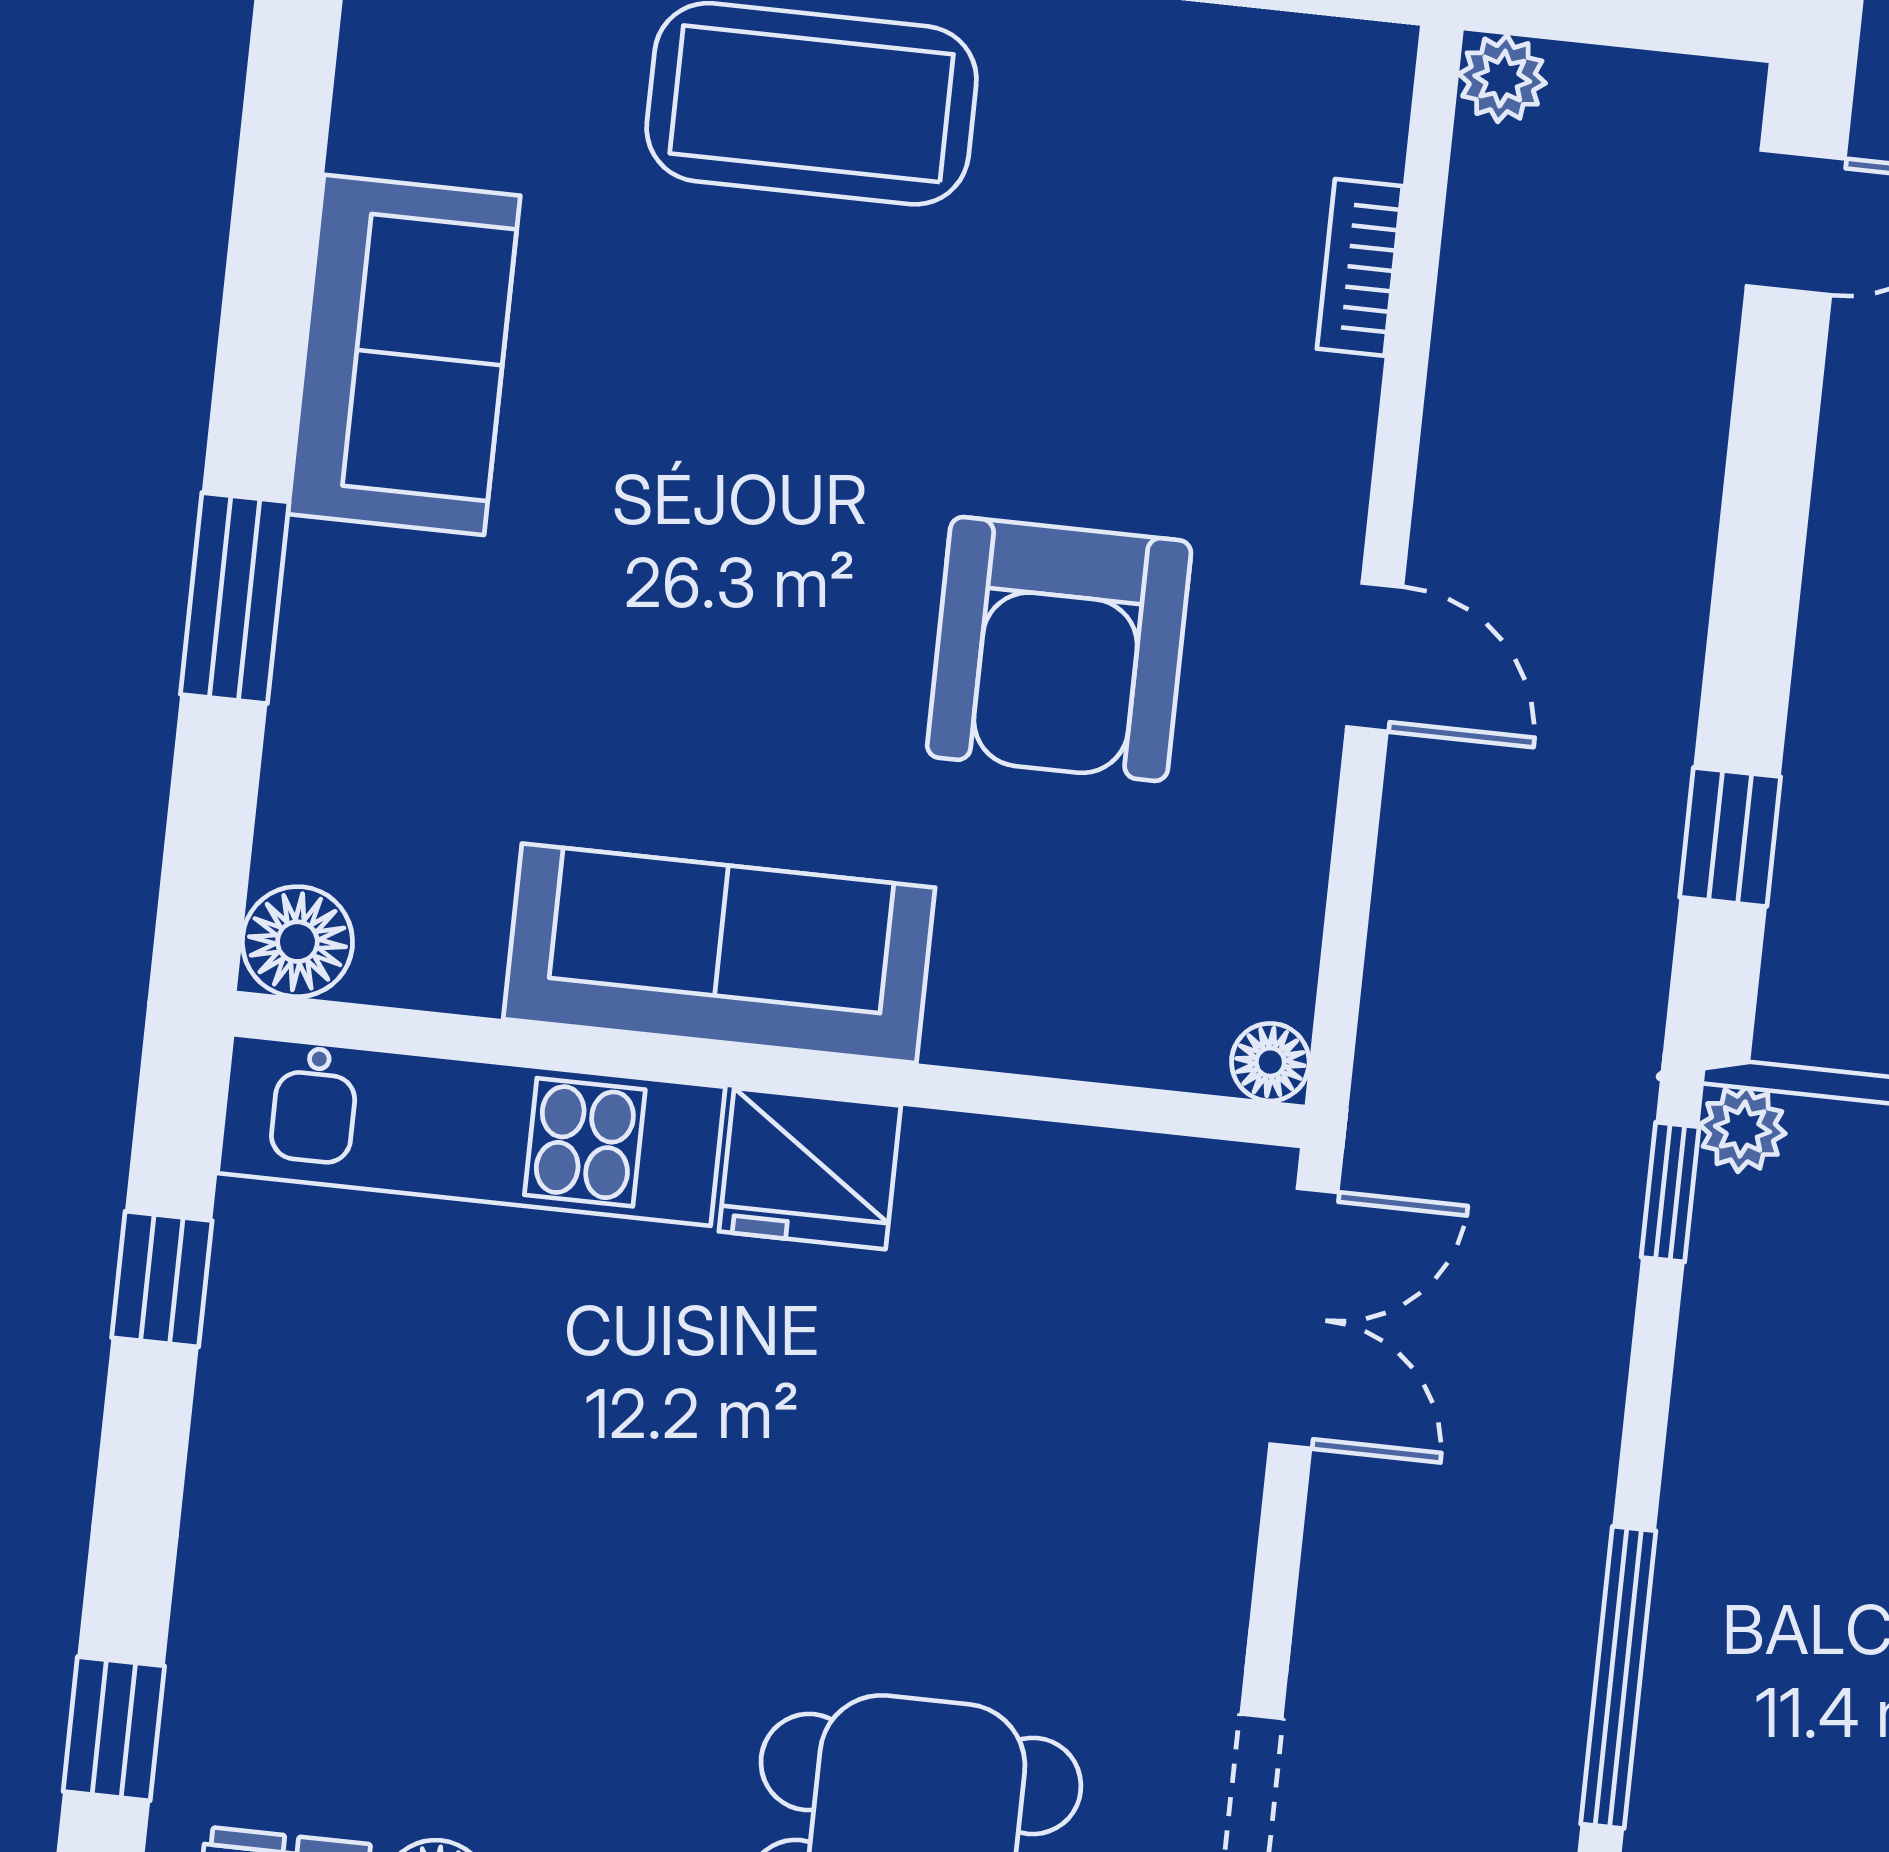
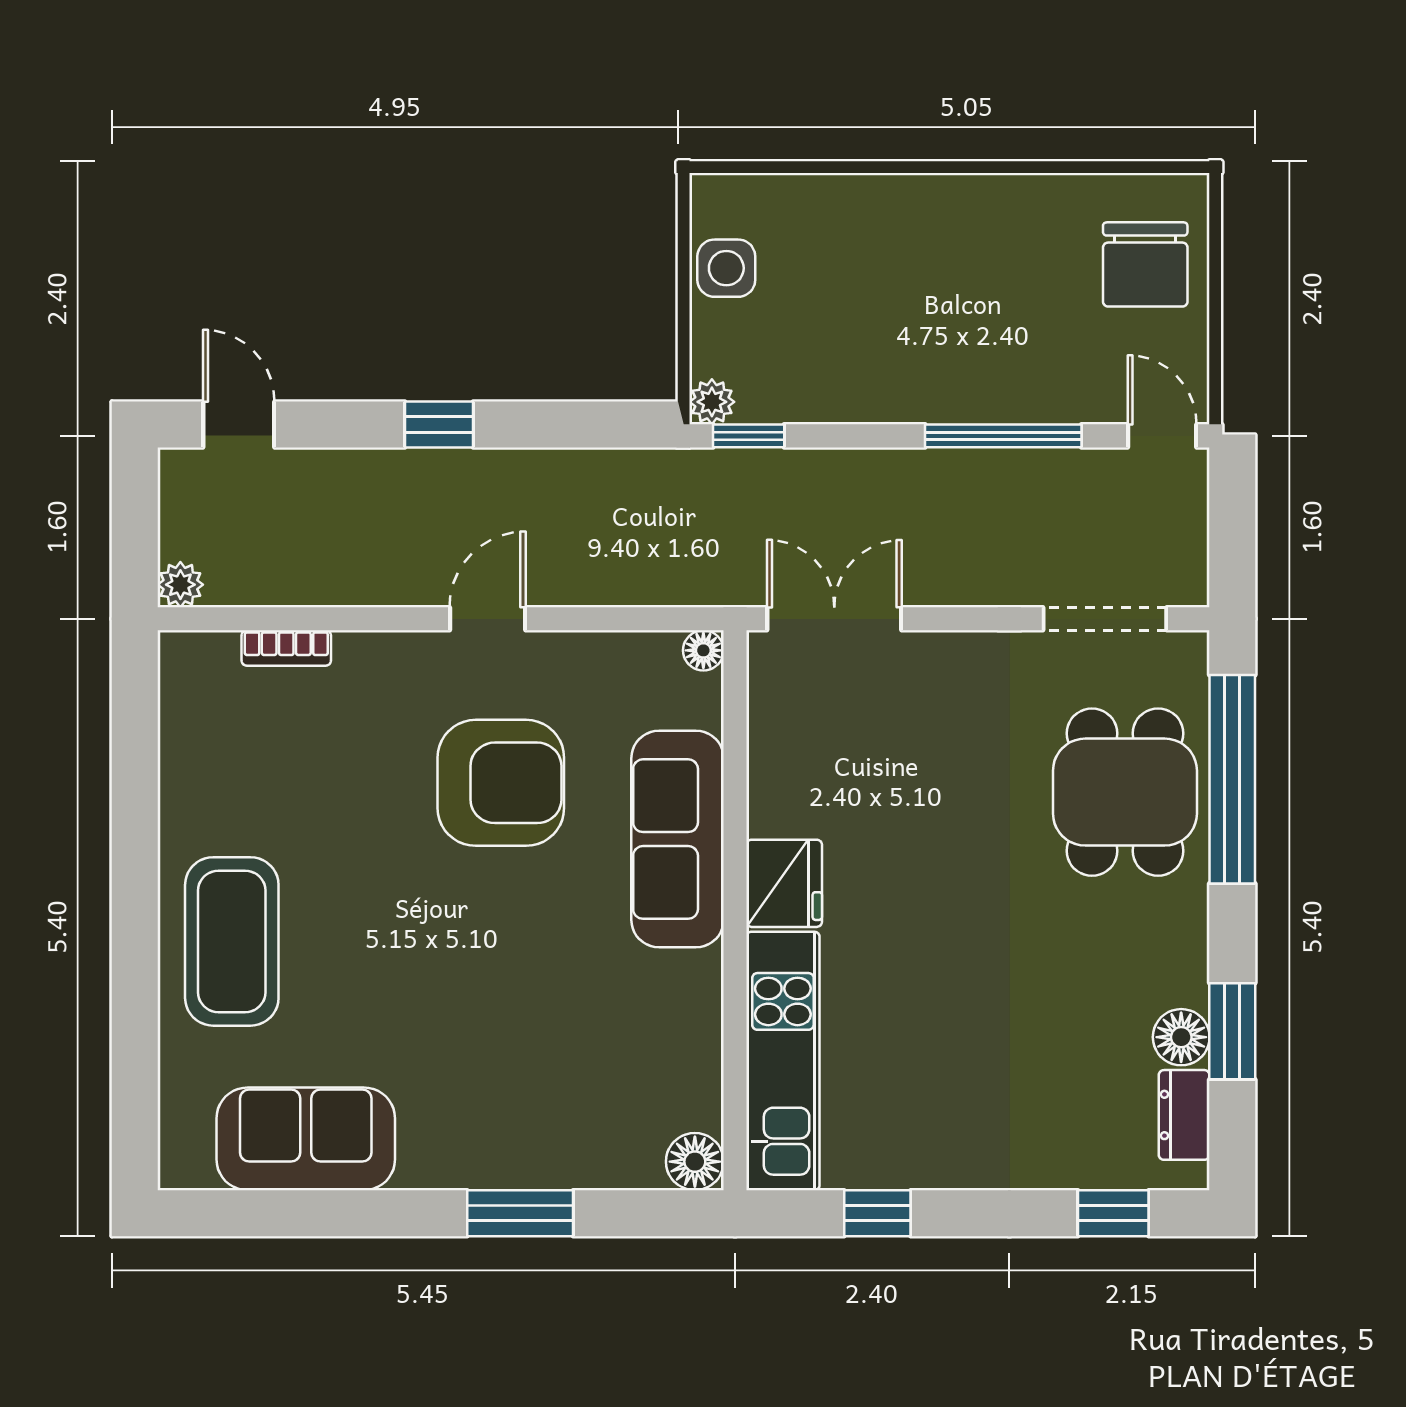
sofa: (404, 355) -> (306, 1139), moved
window: (1730, 837) -> (439, 424), moved
sofa: (719, 953) -> (678, 839), moved

